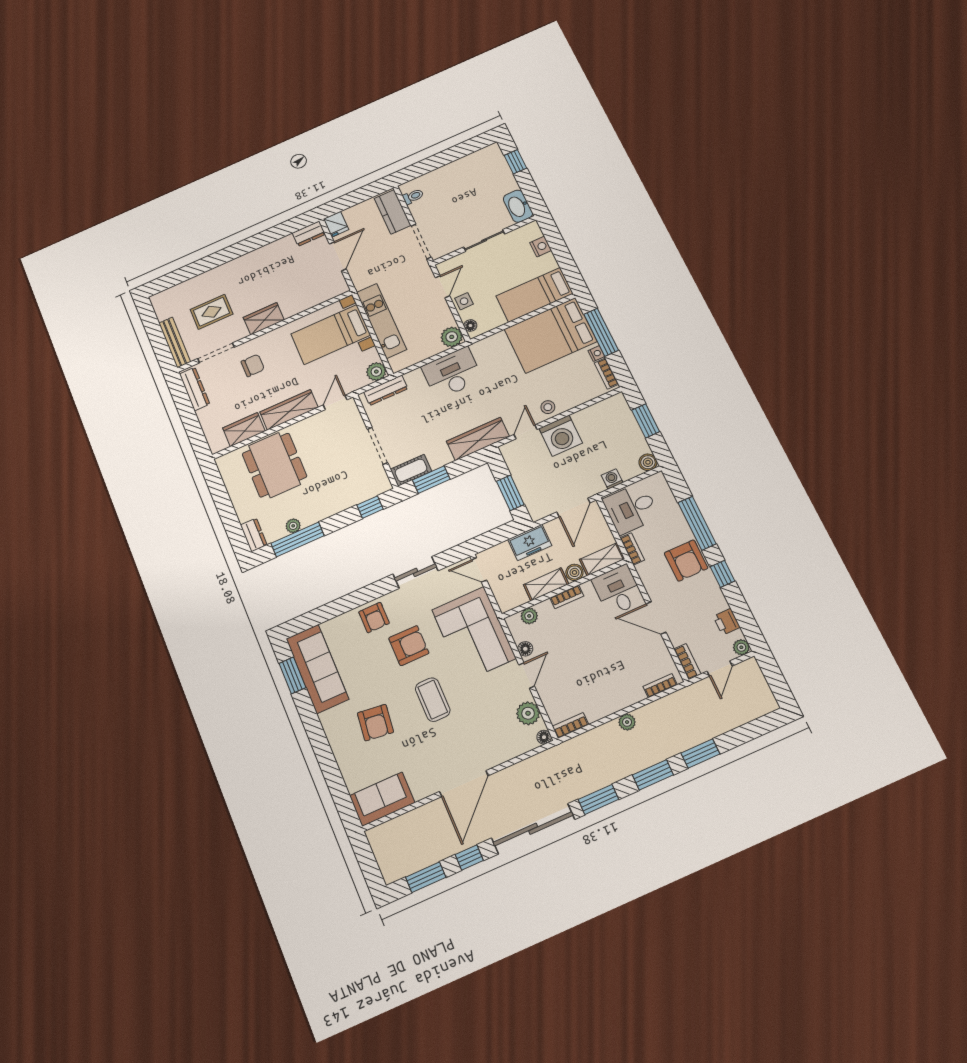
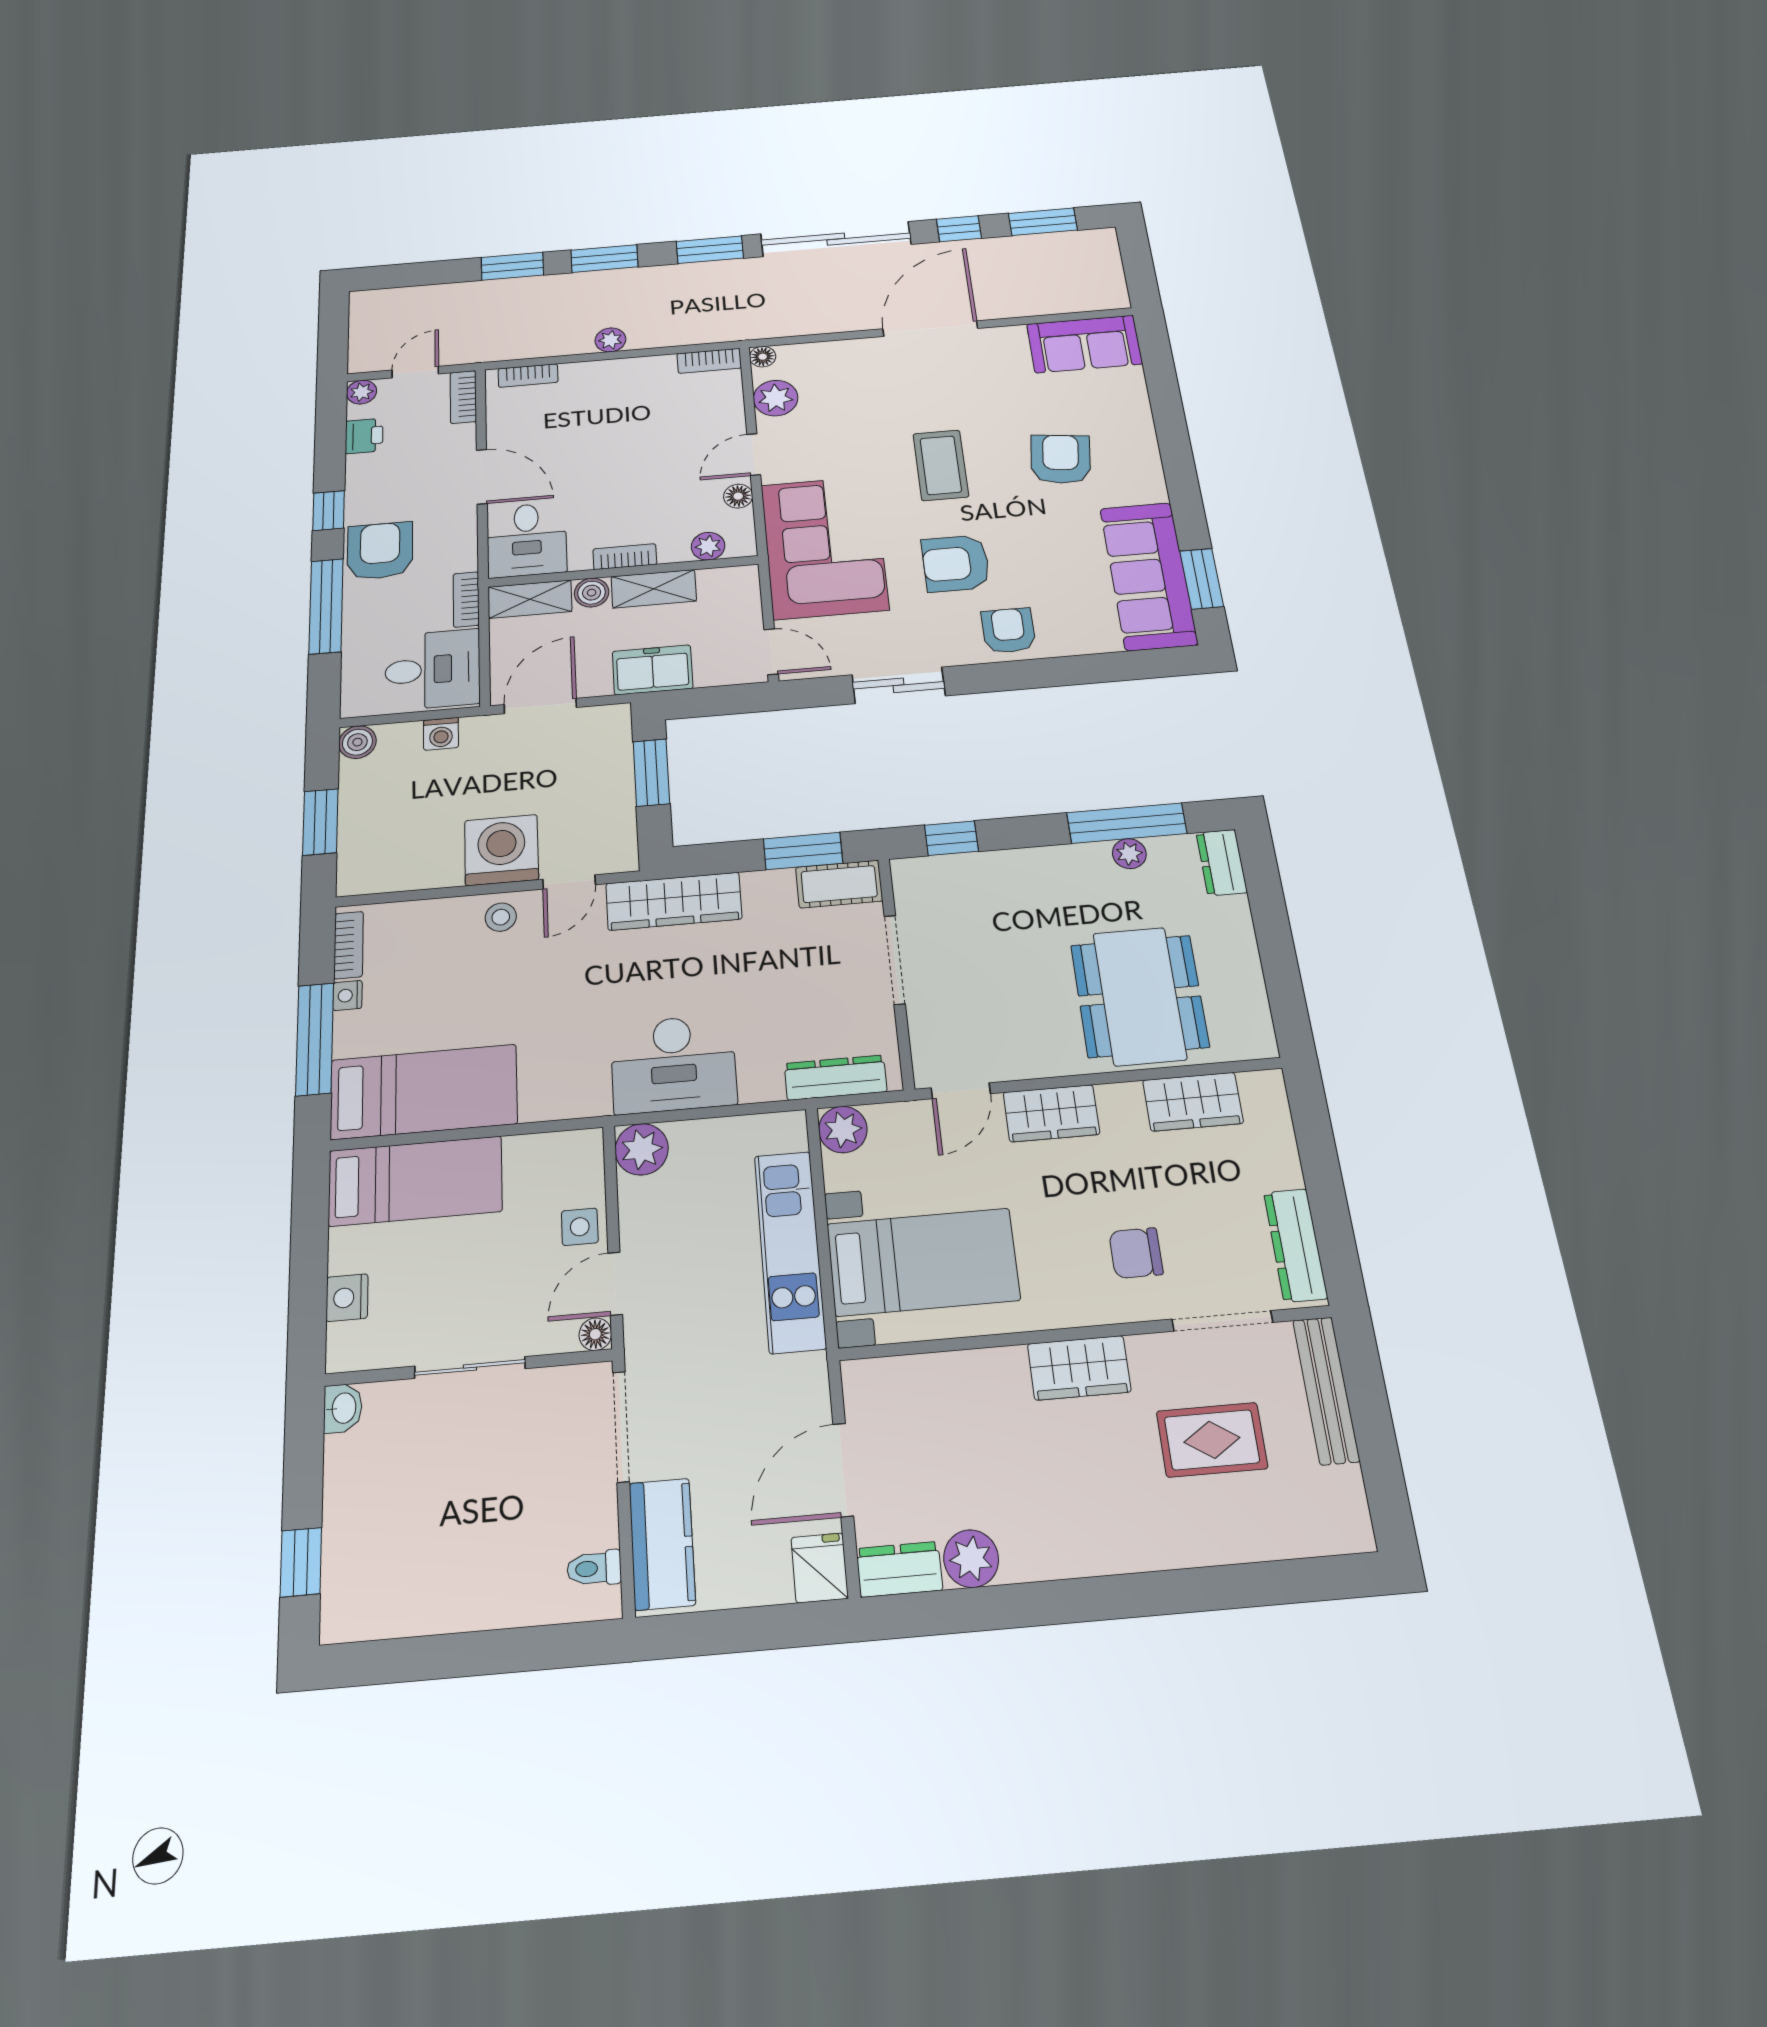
washbasin: (518, 206) -> (343, 1408), width x0.52, depth x0.69
plant: (285, 245) -> (971, 1559), added
floor lamp: (470, 326) -> (595, 1334), moved
bed: (551, 335) -> (424, 1092), width x0.67
wardrobe: (289, 410) -> (1051, 1113), width x0.67

